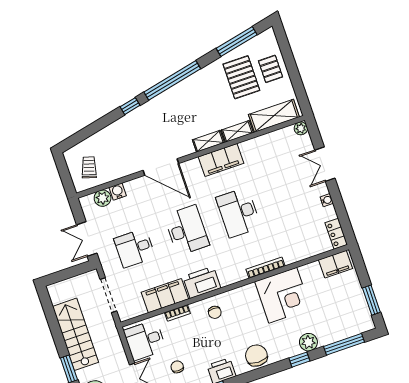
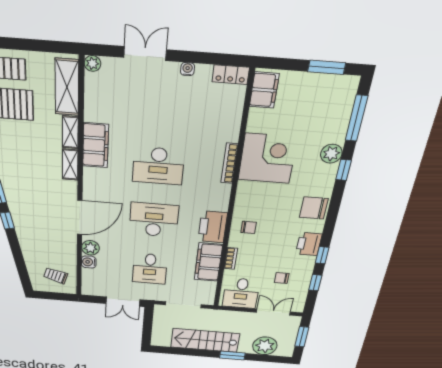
filing cabinet: (221, 160) -> (96, 145), moved
double door: (325, 164) -> (145, 54), swing flipped
plant: (103, 198) -> (90, 248), moved

